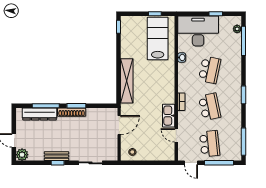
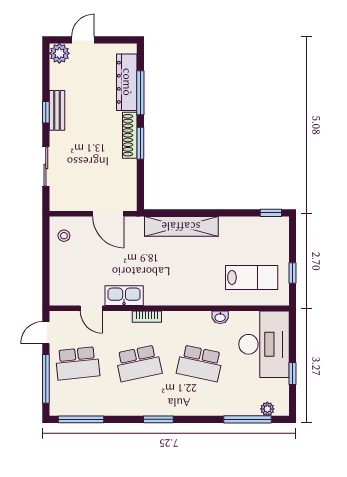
lab bench: (158, 38) -> (252, 277), width x0.73, depth x0.72
door: (176, 135) -> (91, 308), swing flipped

